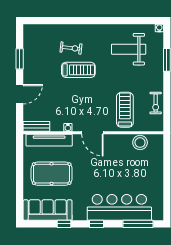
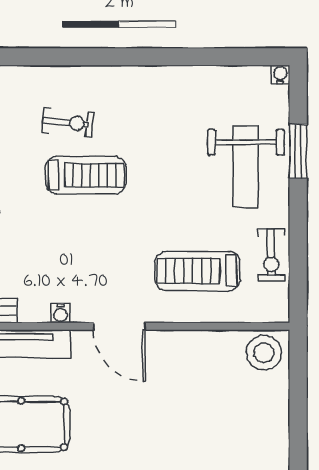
weight bench: (129, 49) -> (246, 167), moved, turned -90
treadmill: (125, 110) -> (197, 271), turned -90
stool: (140, 143) -> (264, 353), moved

